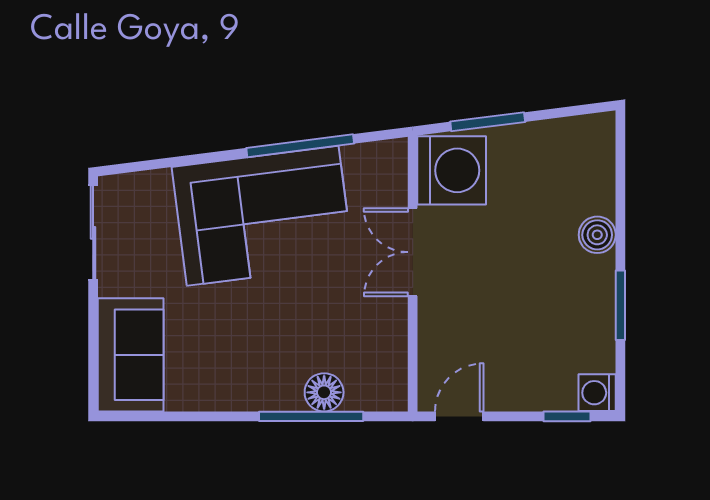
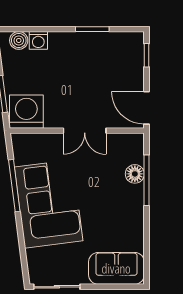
boiler: (597, 235) -> (19, 40), moved
double door: (413, 252) -> (85, 131), moved
washing machine: (597, 393) -> (38, 40), moved
door: (459, 416) -> (147, 108), width x1.37

